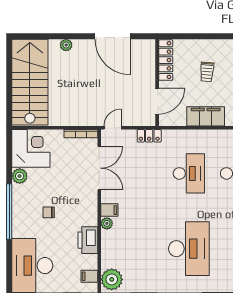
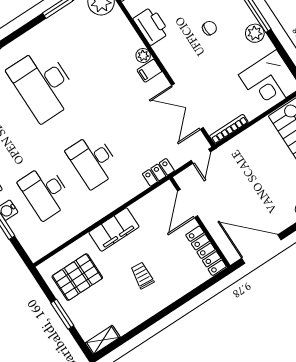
locker: (166, 60) -> (206, 251), moved
wall: (157, 83) -> (200, 222), moved
door: (157, 101) -> (188, 203), moved
plant: (20, 176) -> (255, 33), moved

